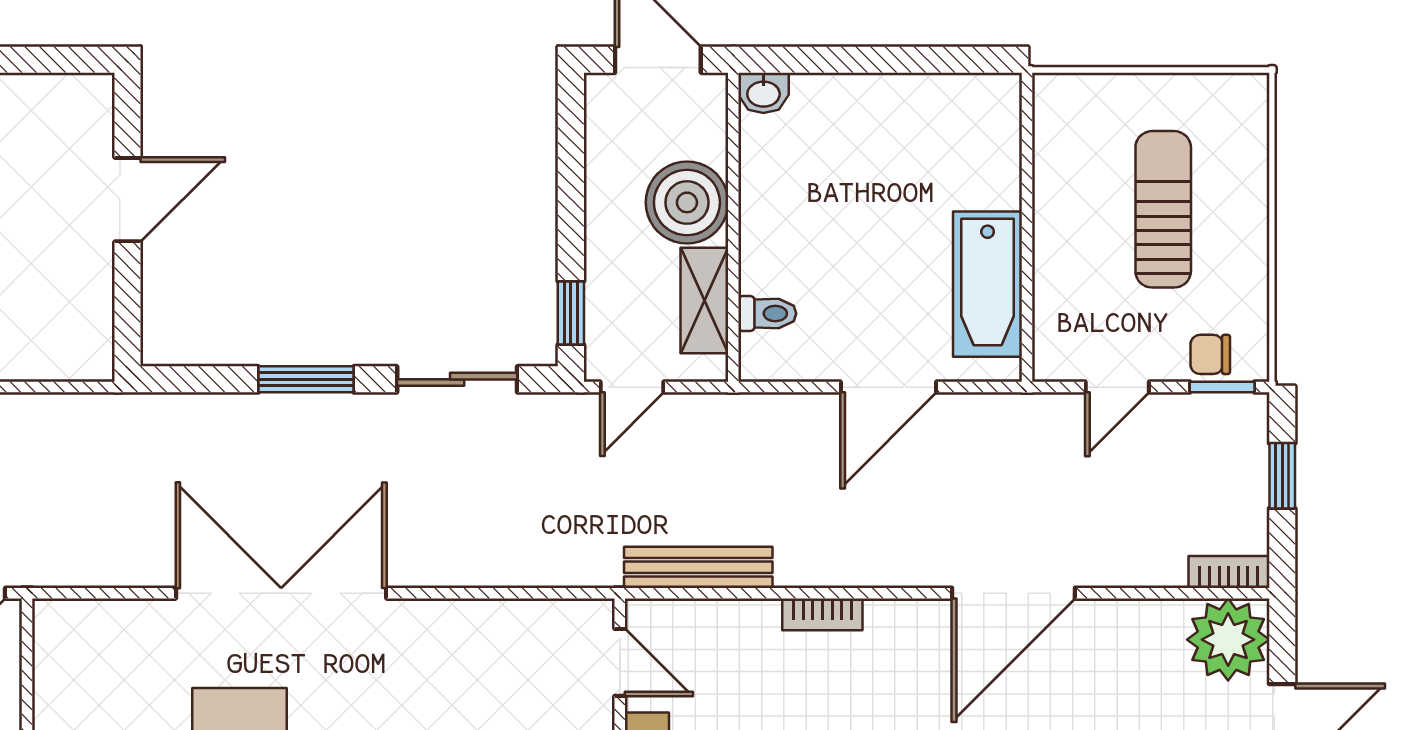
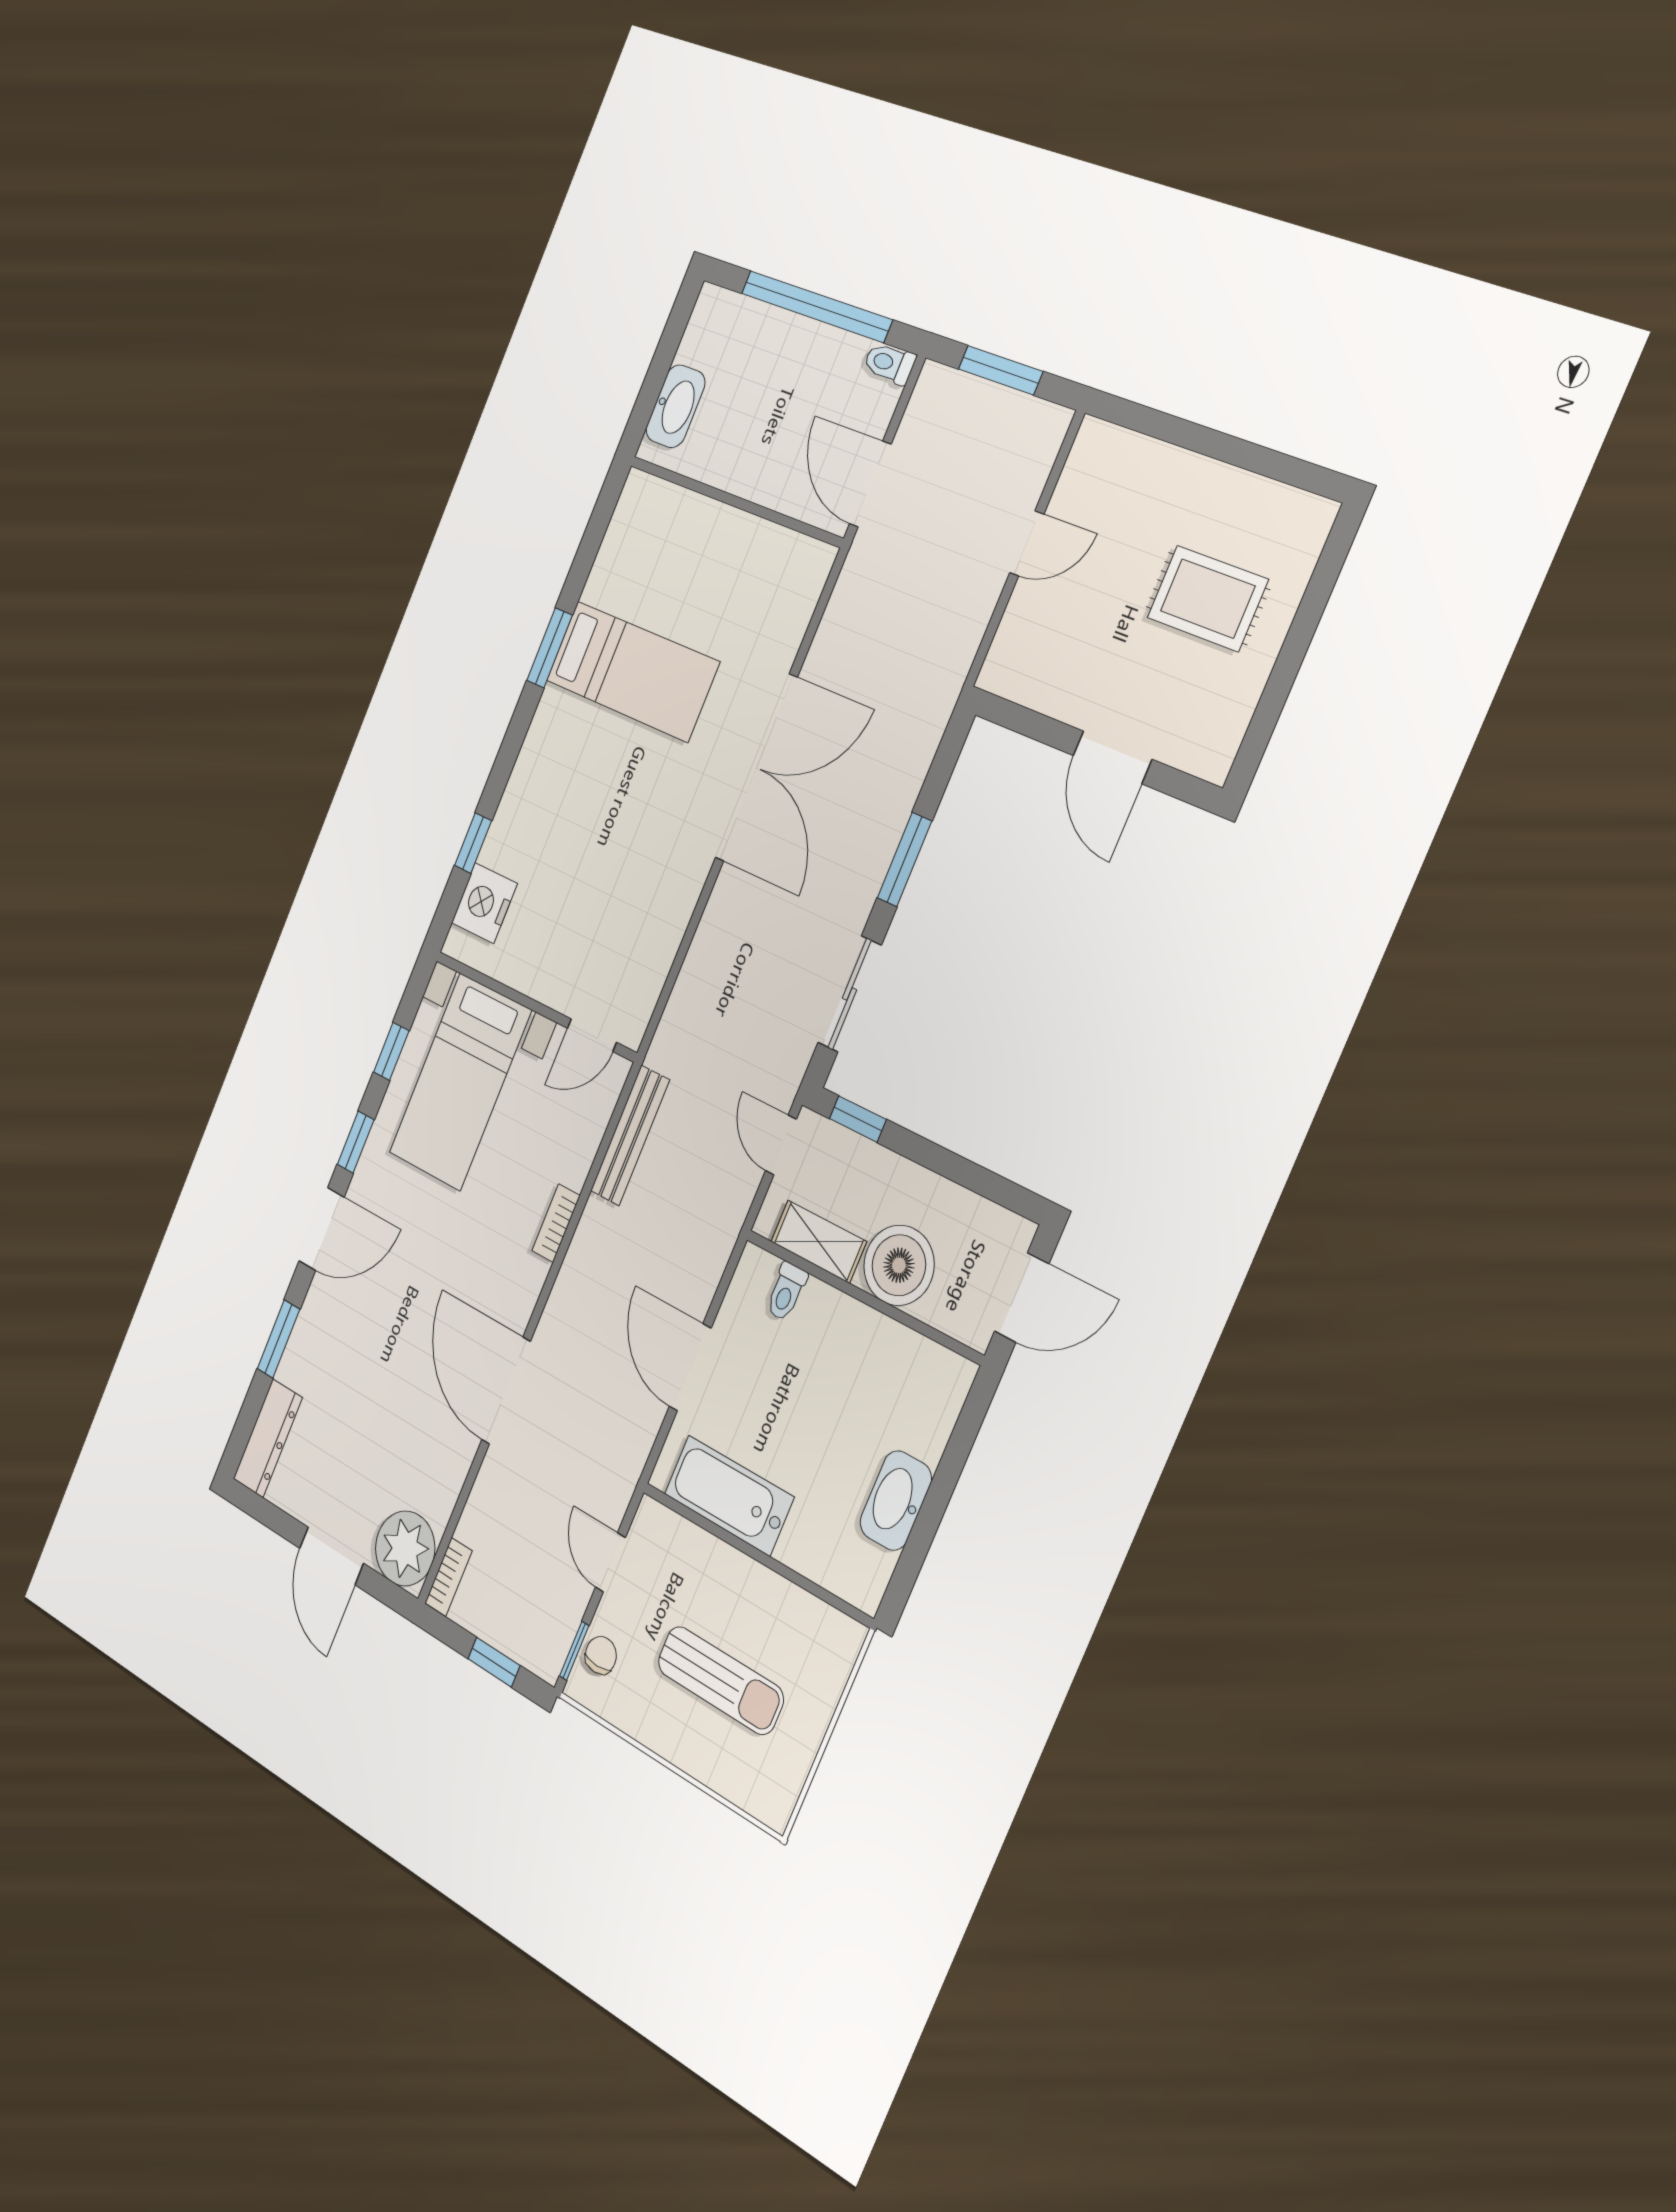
washbasin: (763, 93) -> (896, 1501), moved, width x1.91, depth x1.45

